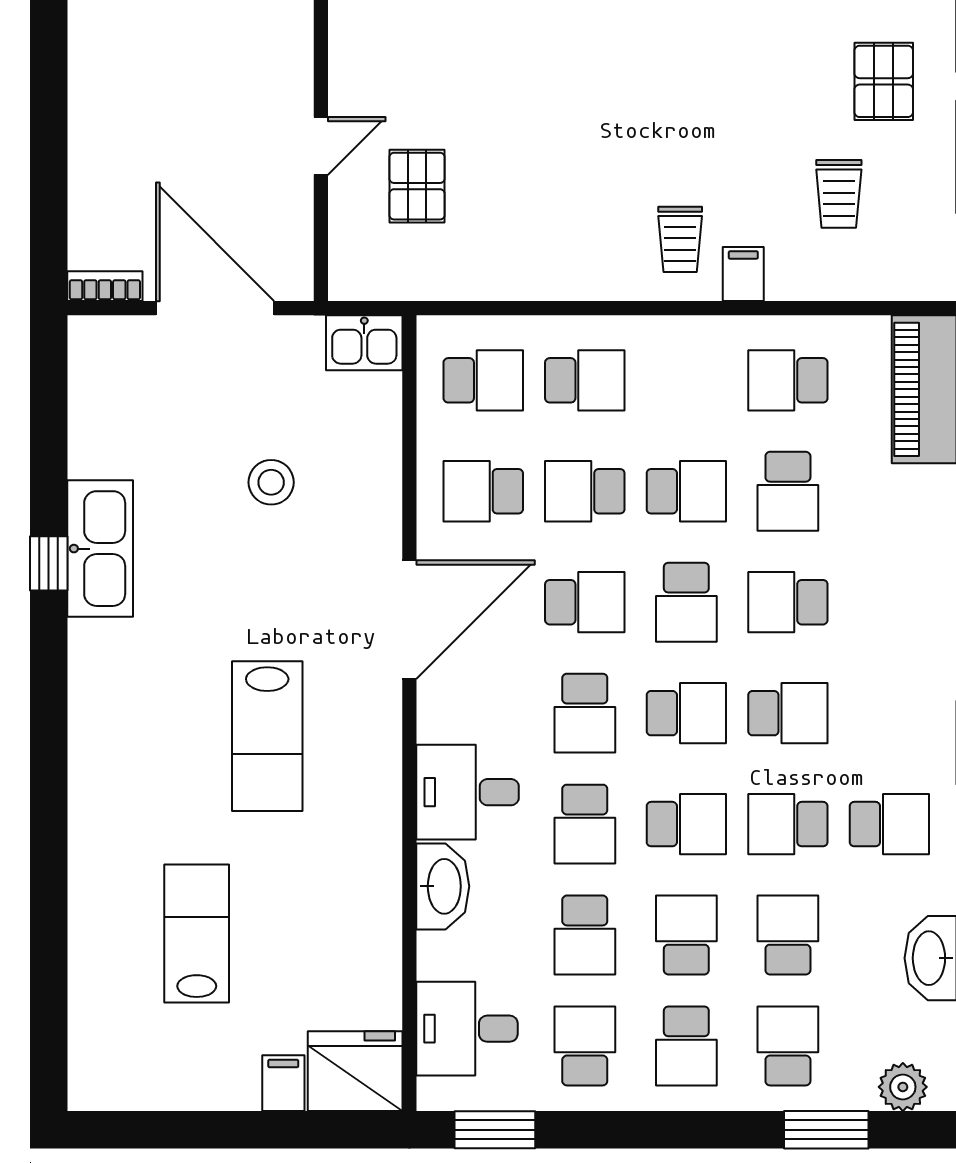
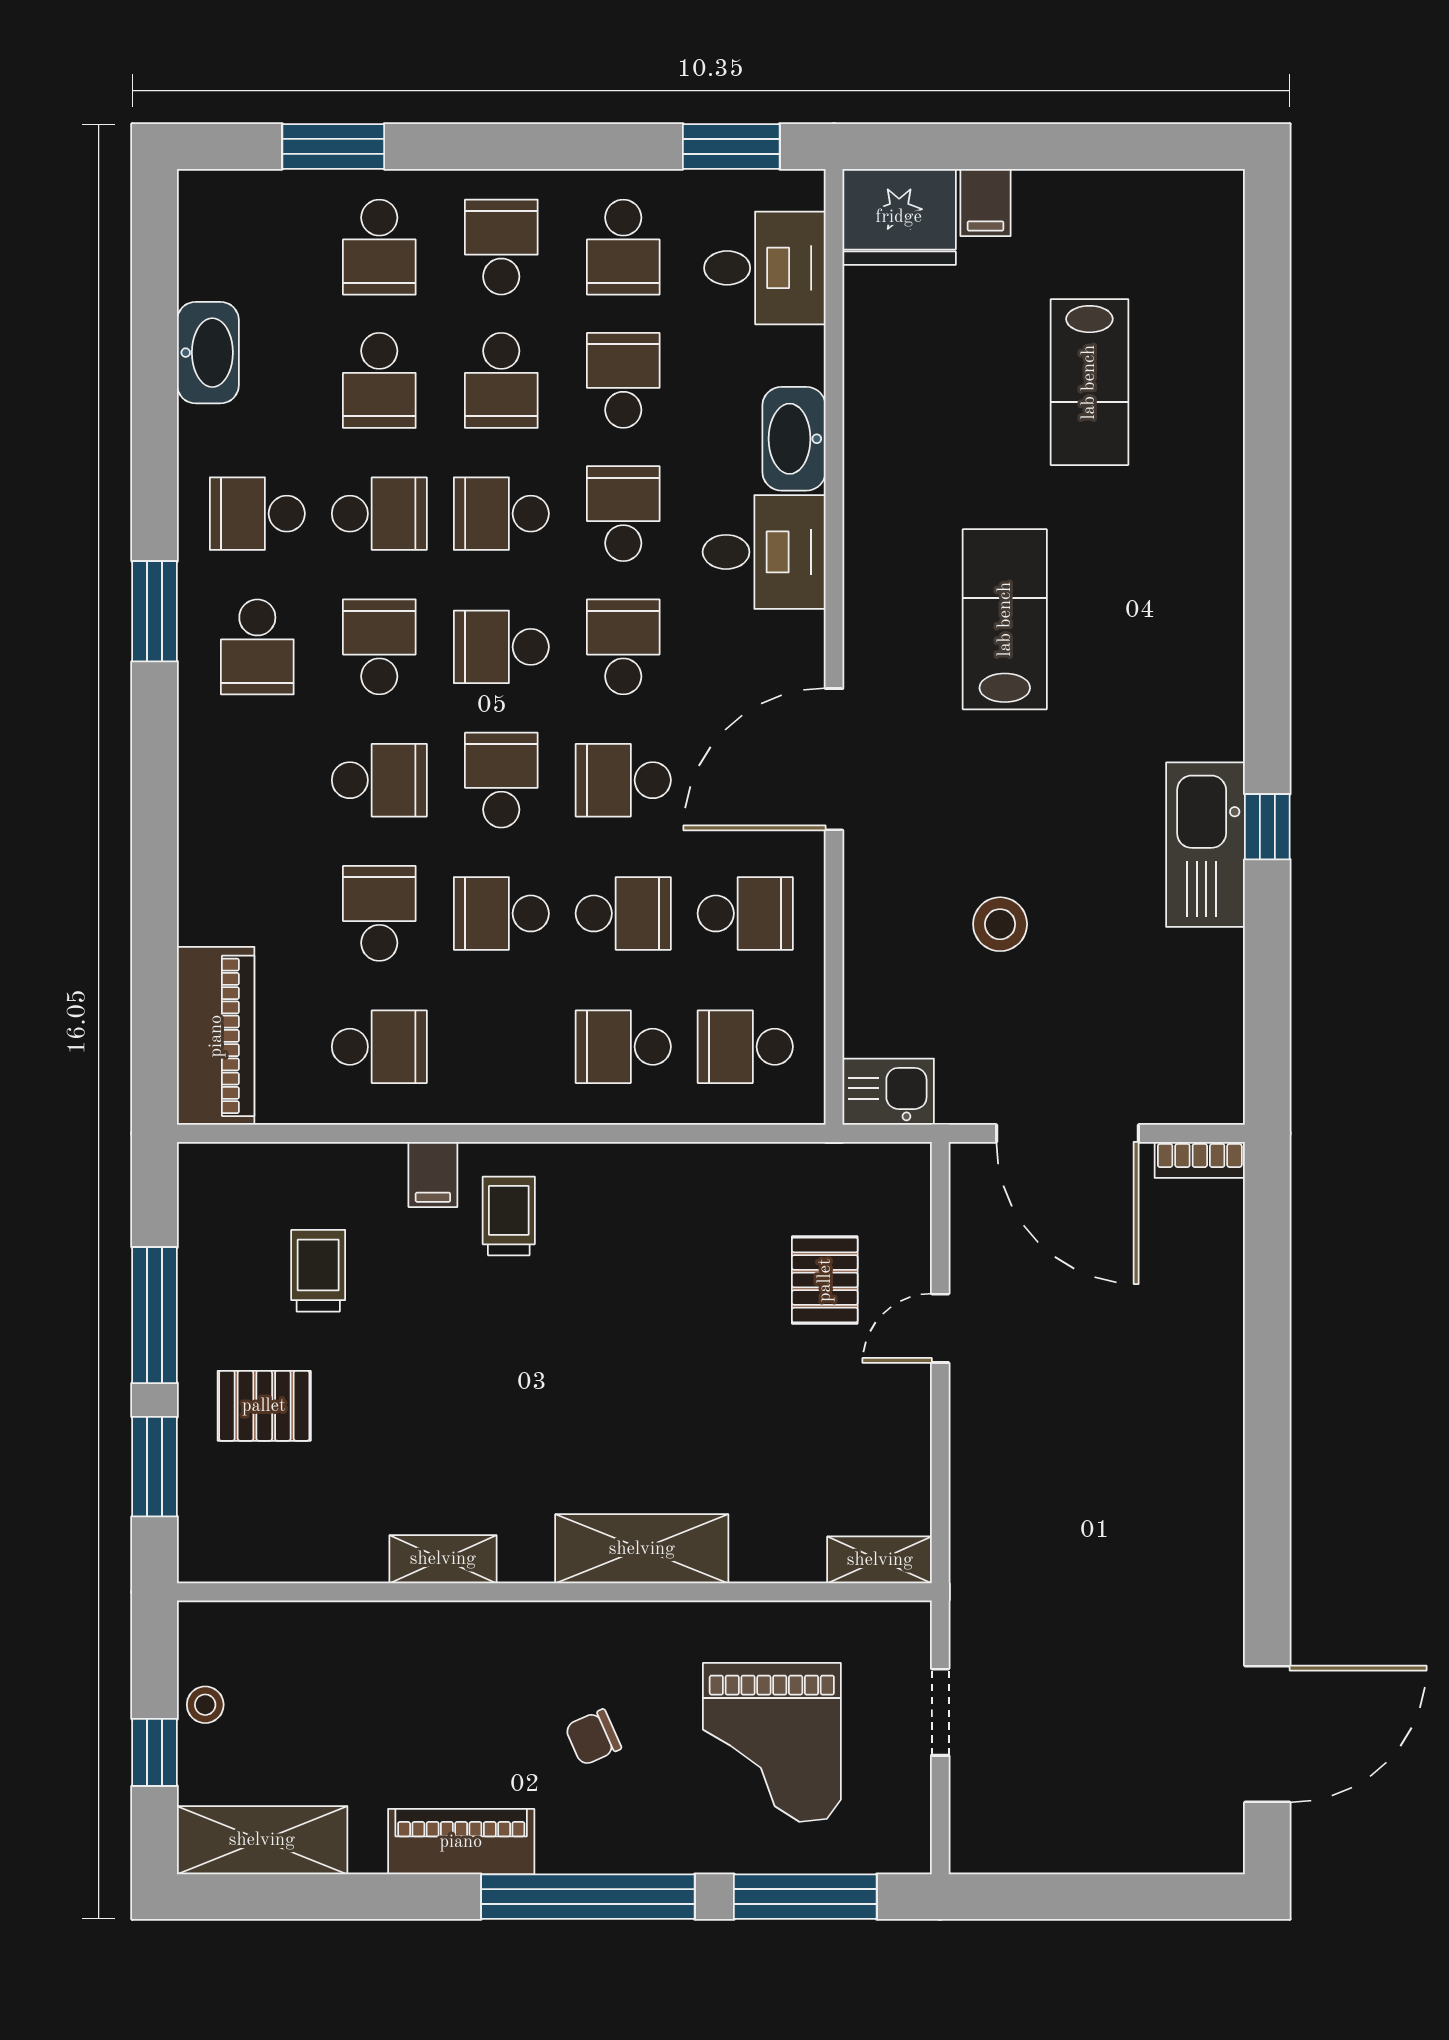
pallet: (884, 81) -> (264, 1406), turned 90
school desk: (788, 713) -> (379, 647), turned 90
school desk: (889, 713) -> (257, 647), added
plant: (903, 1087) -> (241, 198), removed

